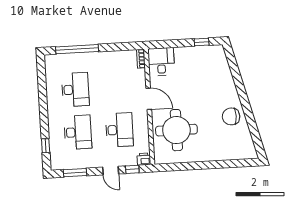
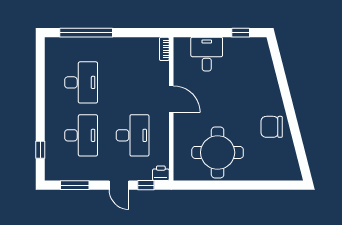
desk: (161, 62) -> (207, 54), moved
round table: (176, 130) -> (218, 152), moved

